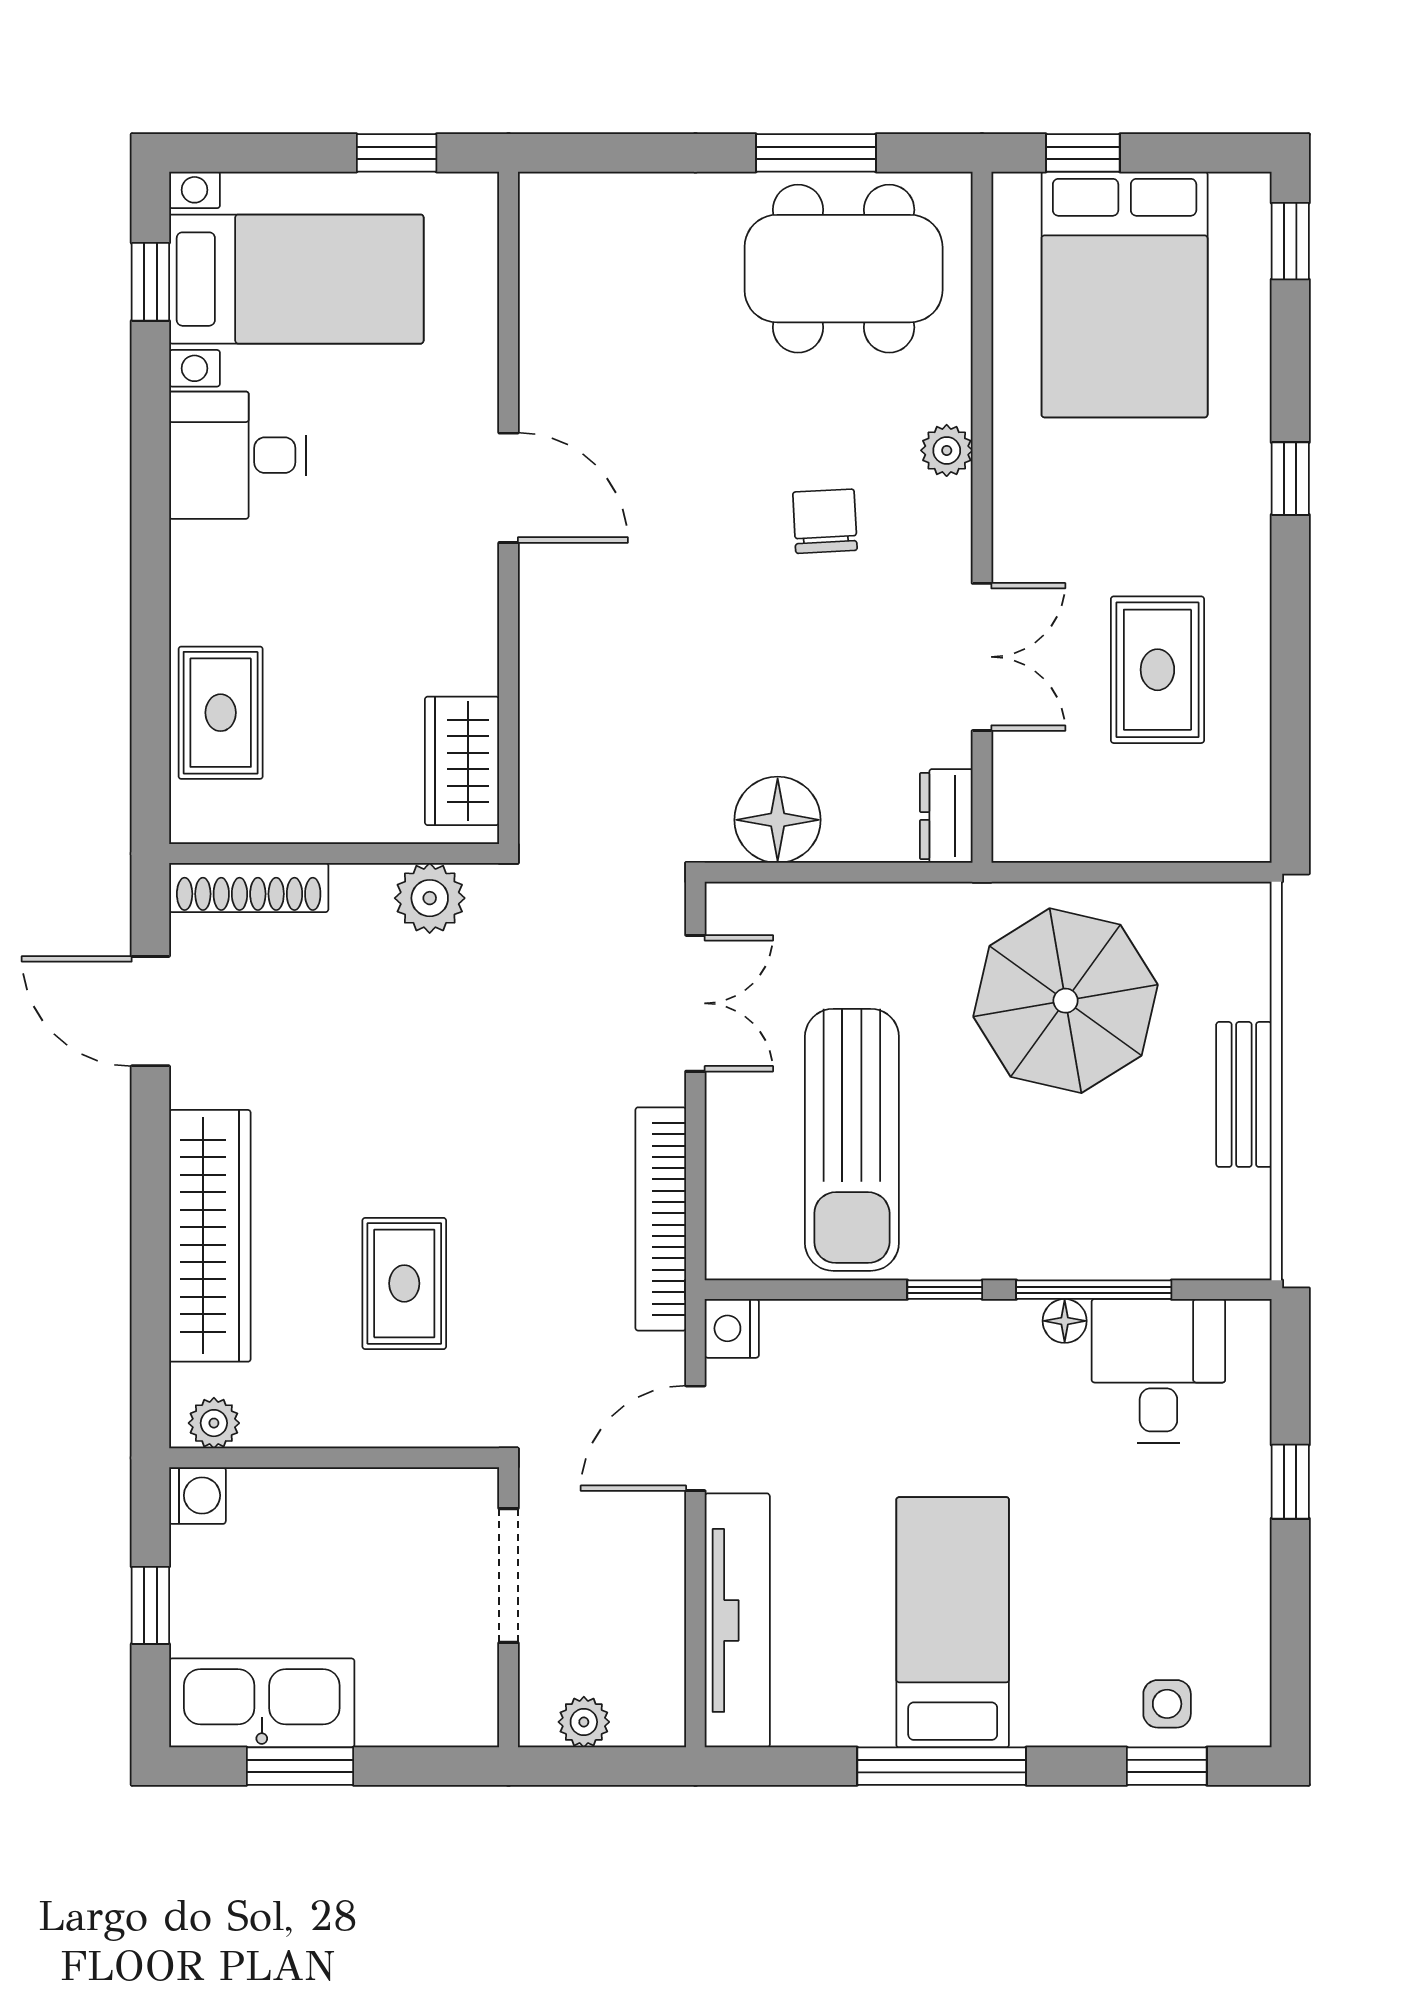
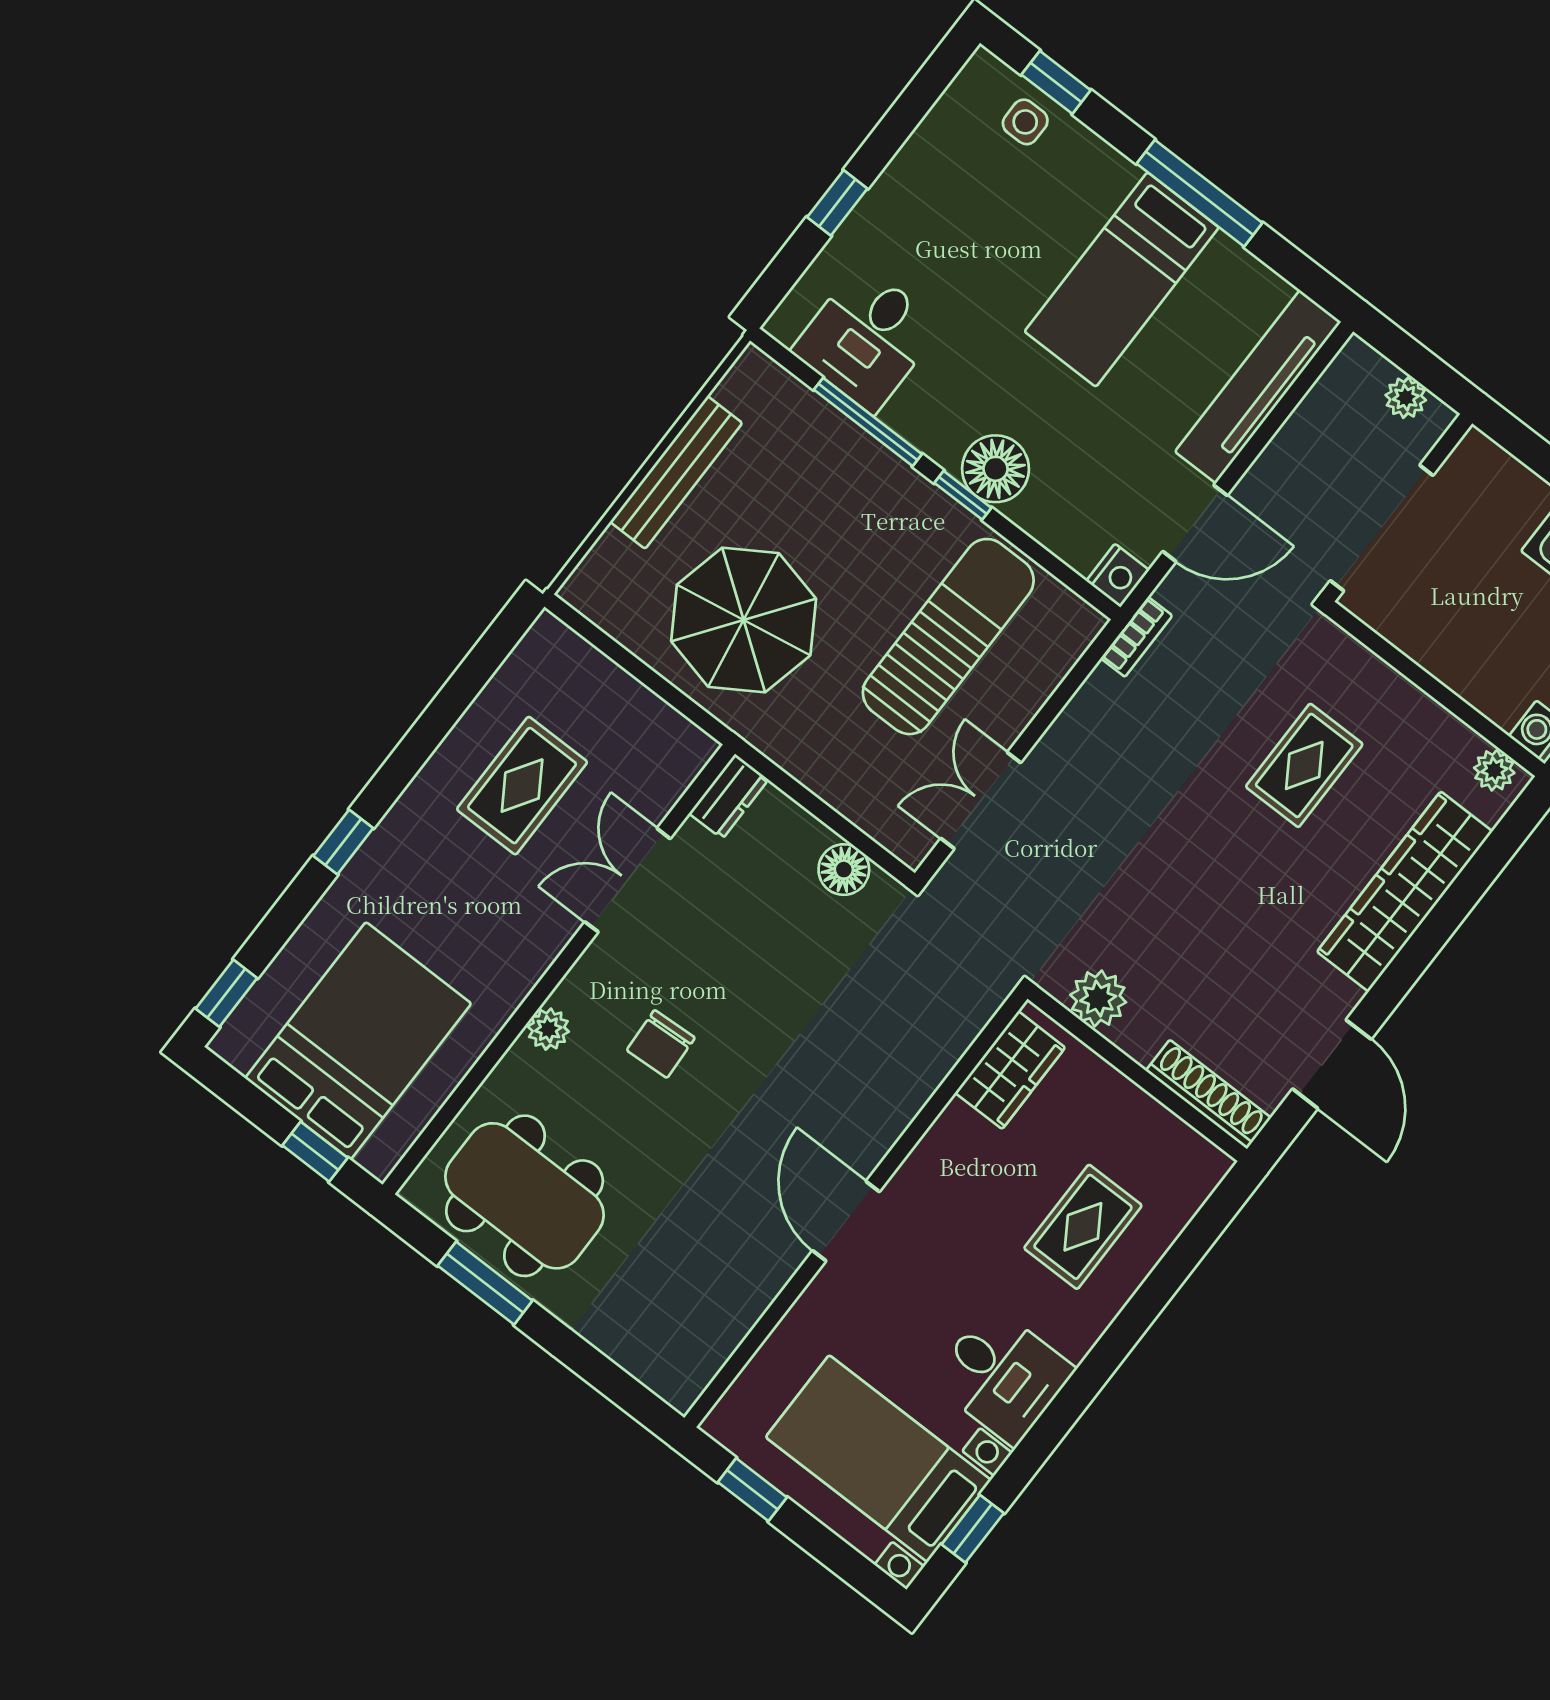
rug: (221, 713) -> (1083, 1227), moved
floor lamp: (778, 820) -> (844, 870), width x0.73, depth x0.73
bench: (1244, 1094) -> (676, 472), width x1.36
bookcase: (661, 1219) -> (1136, 637), width x0.43, depth x0.76
floor lamp: (1065, 1321) -> (995, 469), moved, width x1.89, depth x1.89
doorway: (509, 1576) -> (1382, 528), width x1.36

